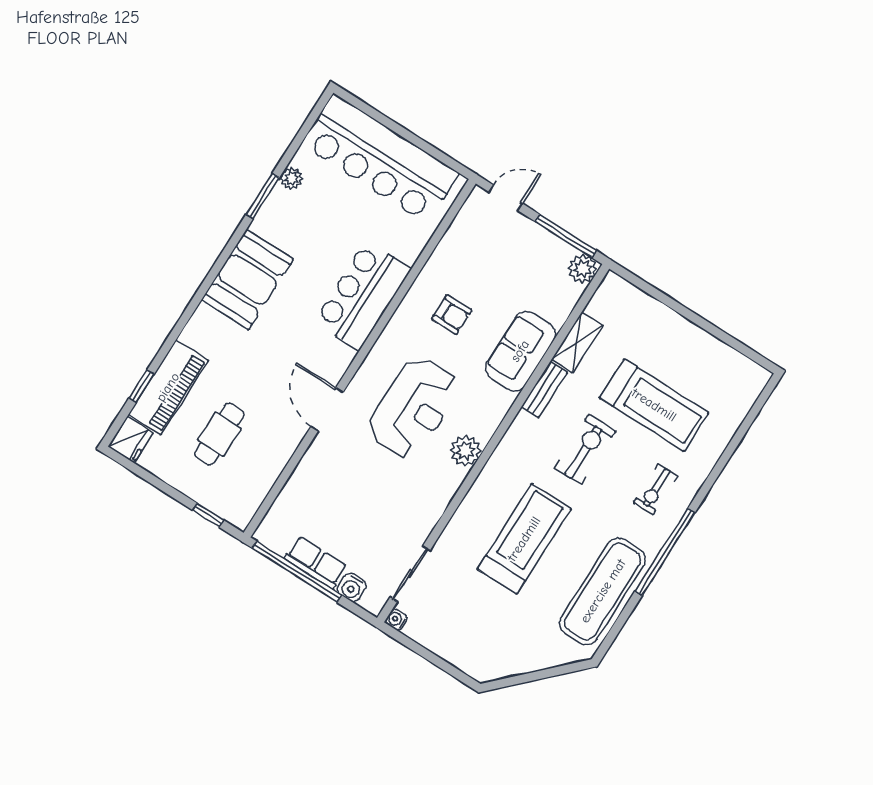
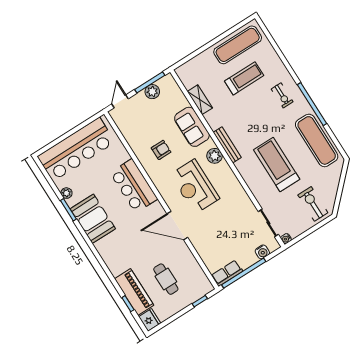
plant: (583, 269) -> (152, 92), moved
booth: (247, 280) -> (93, 219), moved
exercise mat: (710, 365) -> (238, 45), added
bench: (544, 390) -> (227, 145), moved, width x1.36
treadmill: (654, 405) -> (244, 78), width x0.73, depth x0.73
reception desk: (414, 408) -> (195, 187), turned 180
door: (327, 409) -> (177, 226), width x1.36
exercise bike: (585, 450) -> (313, 204), moved
plant: (466, 451) -> (215, 156), moved
row of seats: (316, 562) -> (227, 273), moved

